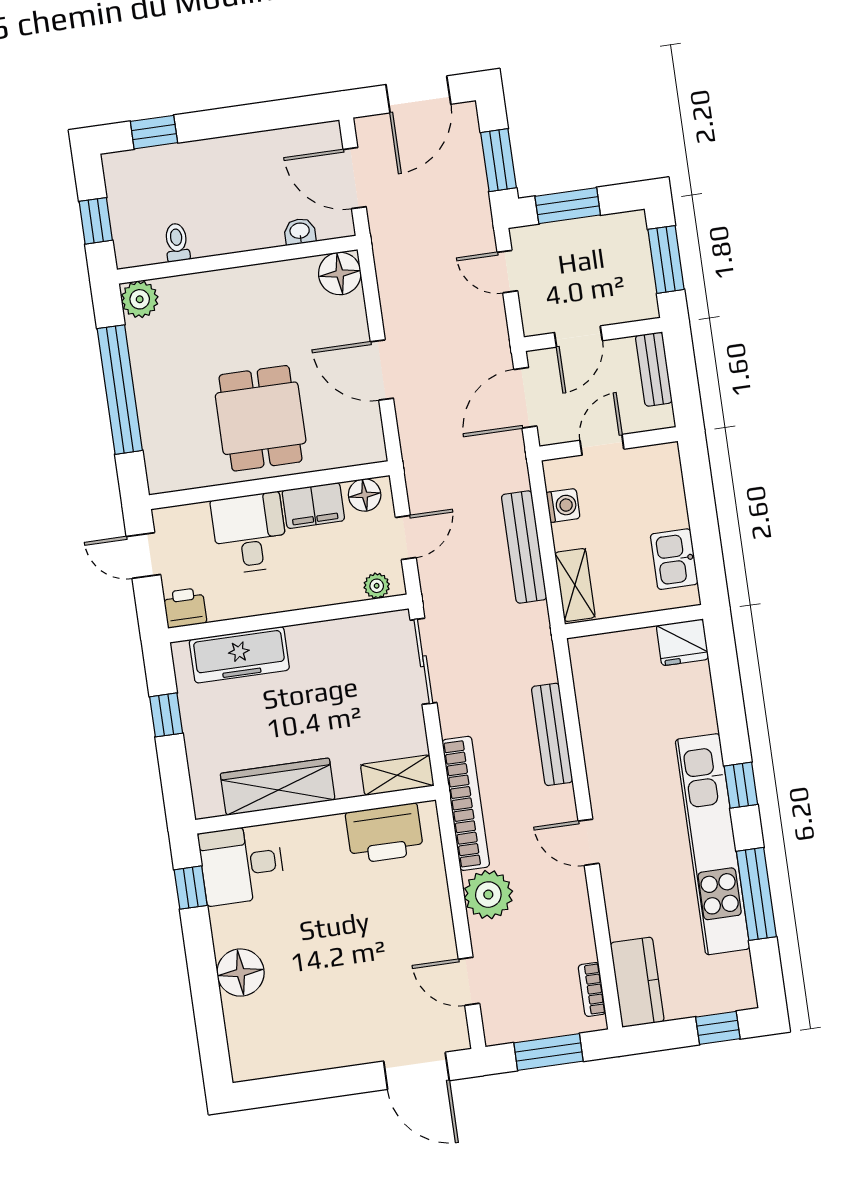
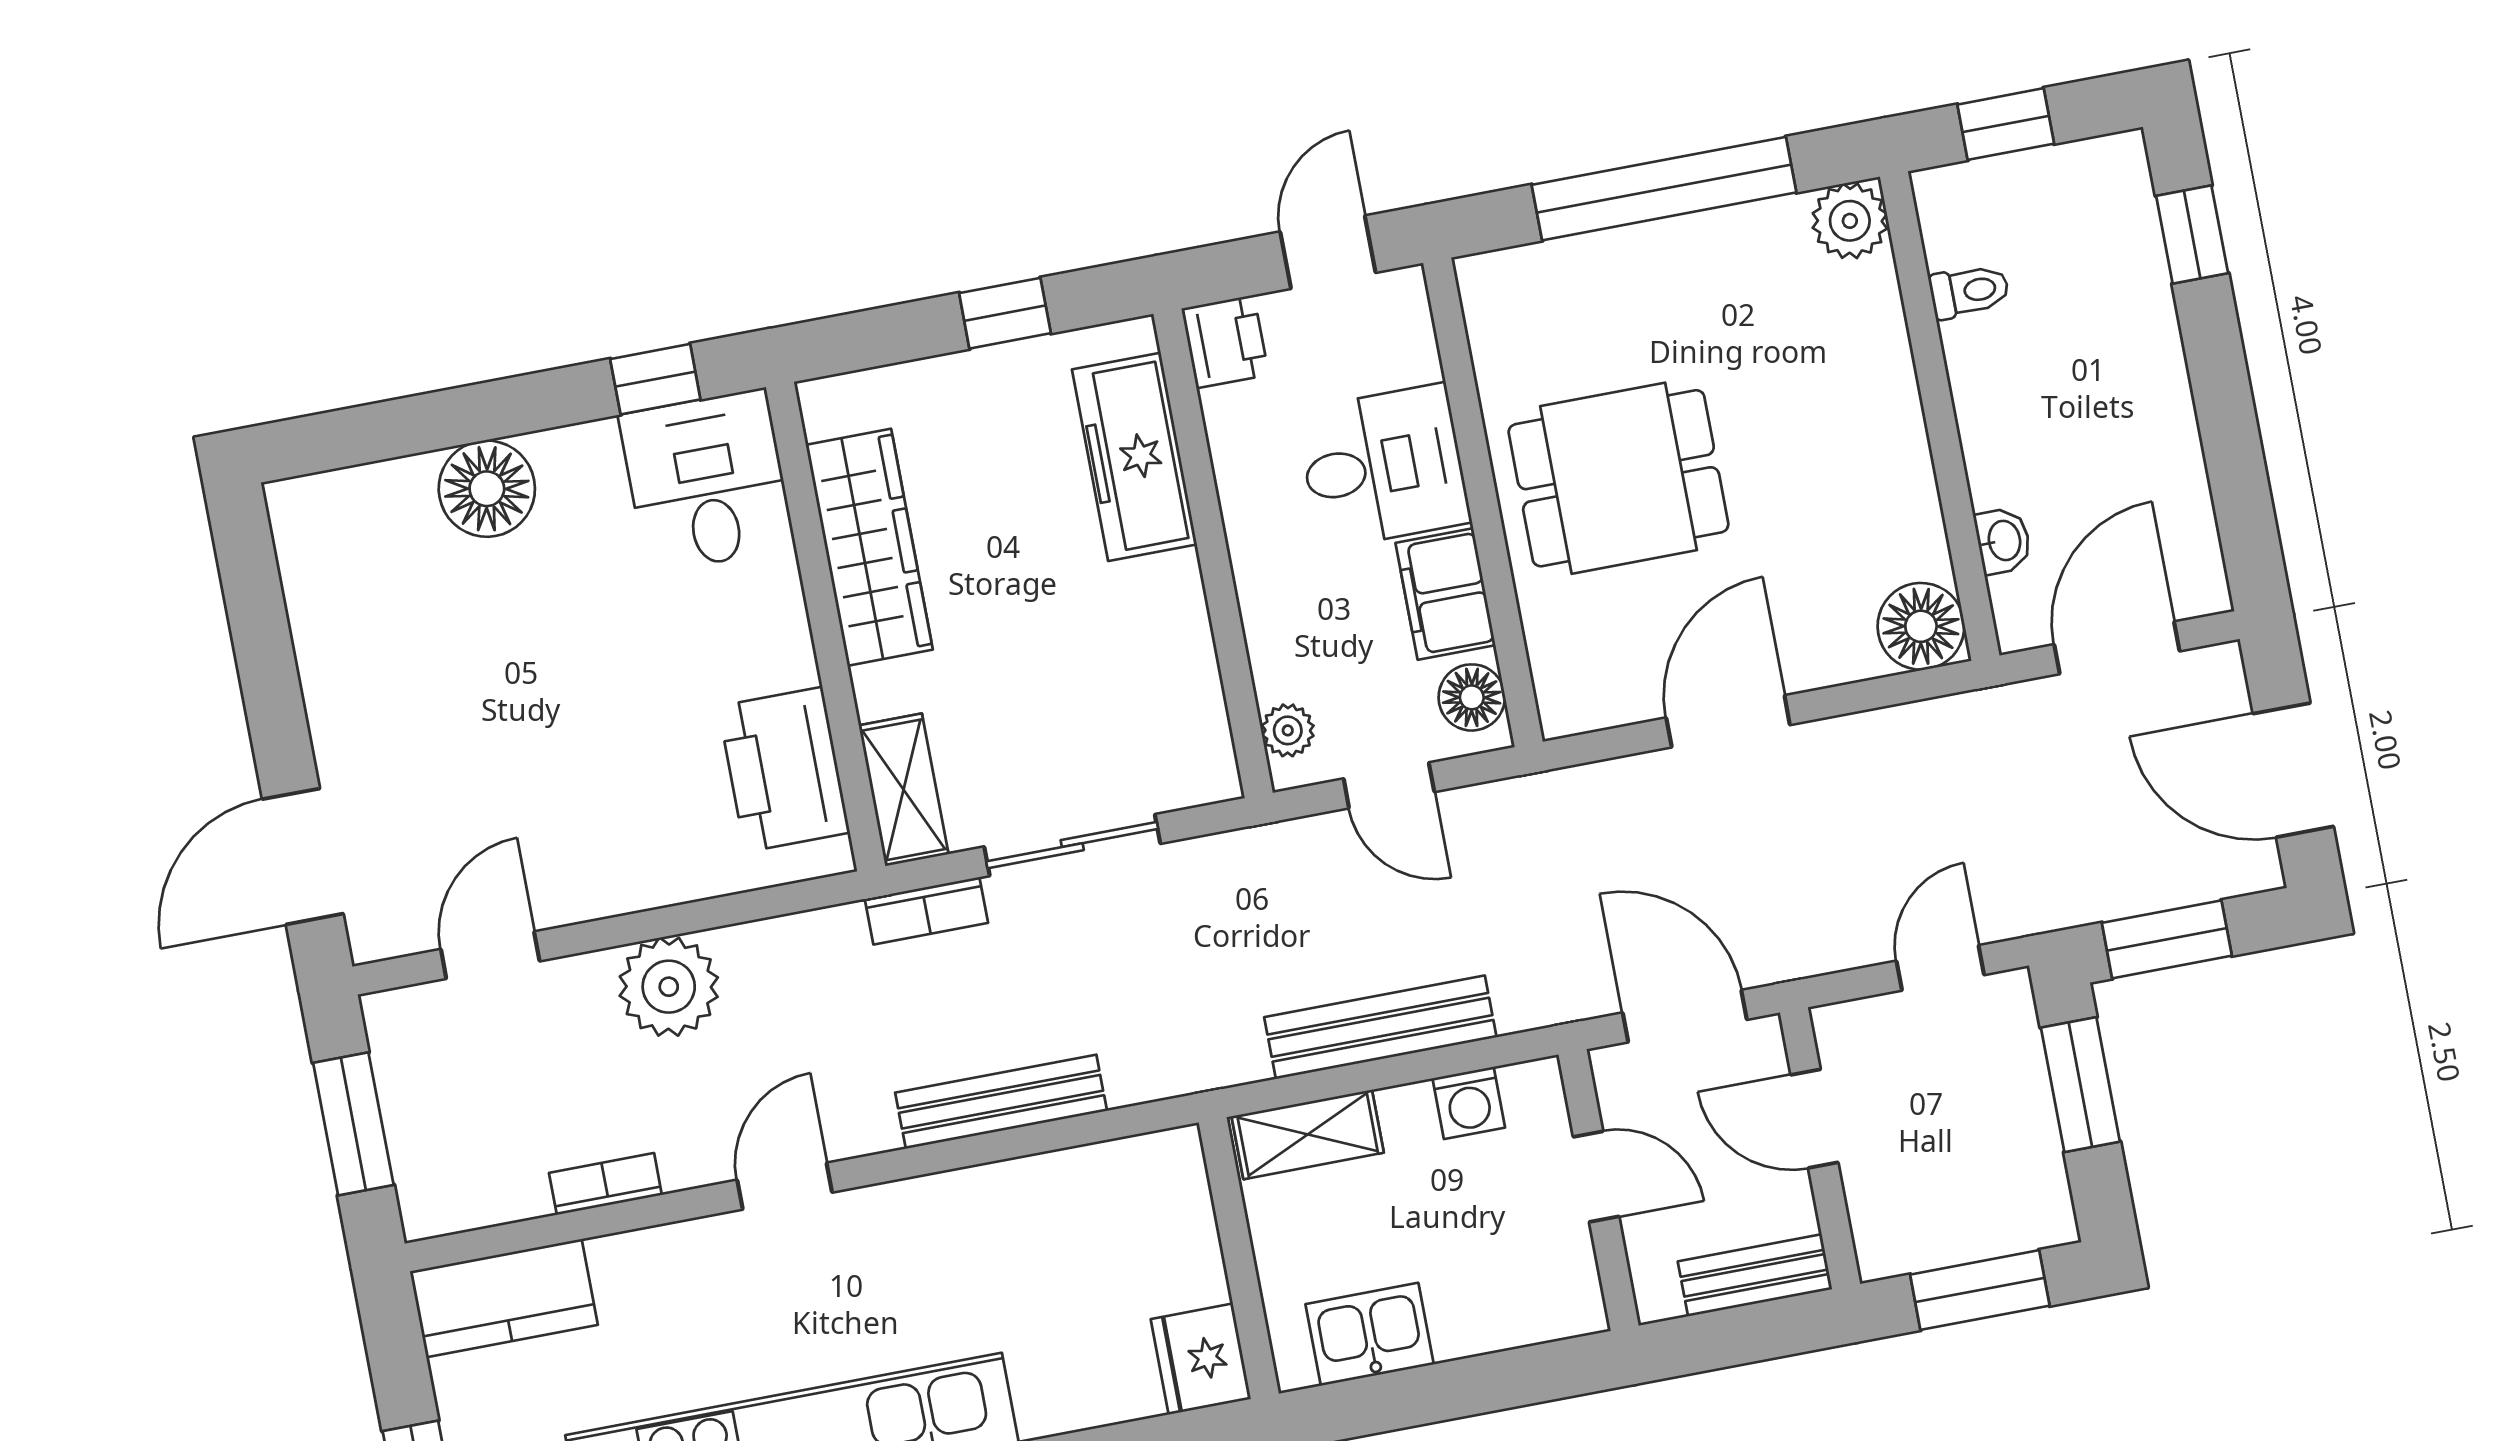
sliding door: (423, 661) -> (1072, 845), moved
bookcase: (466, 803) -> (926, 911), width x0.43, depth x0.76
bookcase: (592, 989) -> (605, 1184), moved

